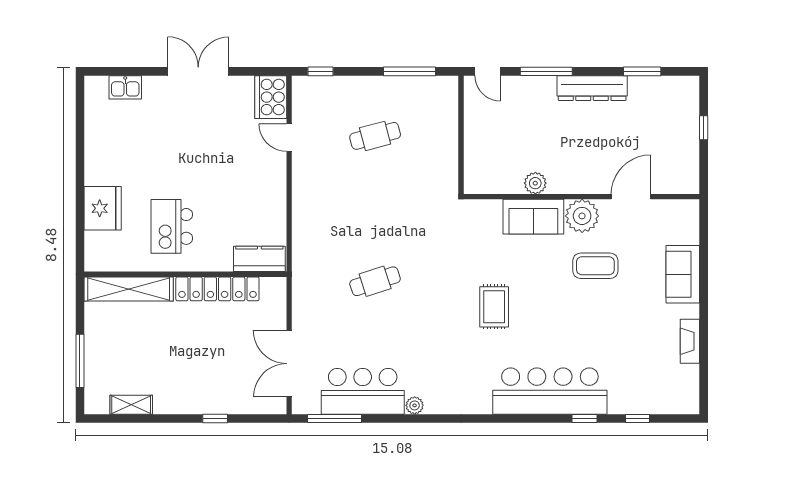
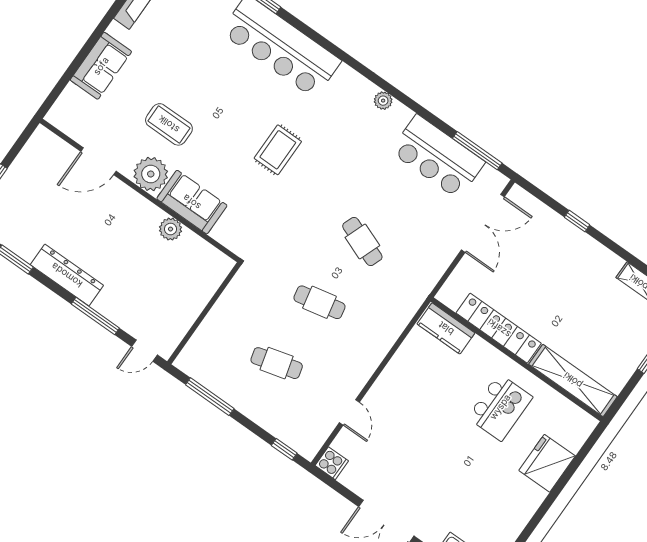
door: (488, 71) -> (144, 351), swing flipped
cooker: (271, 97) -> (332, 463), width x0.53, depth x0.76
cafe table: (375, 209) -> (319, 302), added
cafe table: (375, 281) -> (362, 241), turned 39
plant: (415, 405) -> (383, 101), moved

